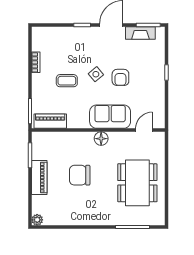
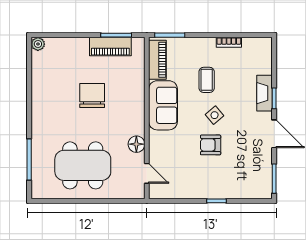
fireplace: (140, 33) -> (265, 93), moved
sofa: (110, 117) -> (163, 105), moved
floor lamp: (101, 139) -> (136, 144), moved
piano: (39, 178) -> (110, 47), moved

